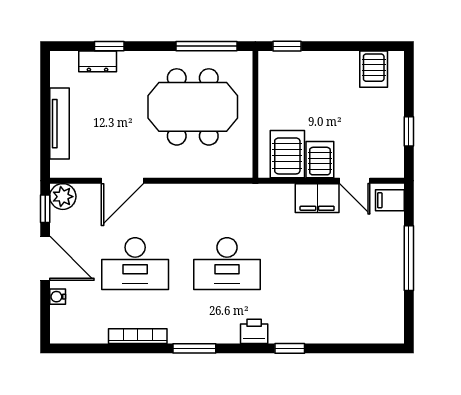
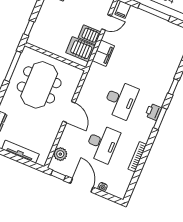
door: (122, 181) -> (69, 112), moved
plant: (63, 197) -> (60, 154), moved
filing cabinet: (317, 198) -> (103, 53), moved
door: (45, 258) -> (82, 185), hinge flipped
printer: (254, 331) -> (153, 112), moved
window: (194, 348) -> (160, 118), moved

